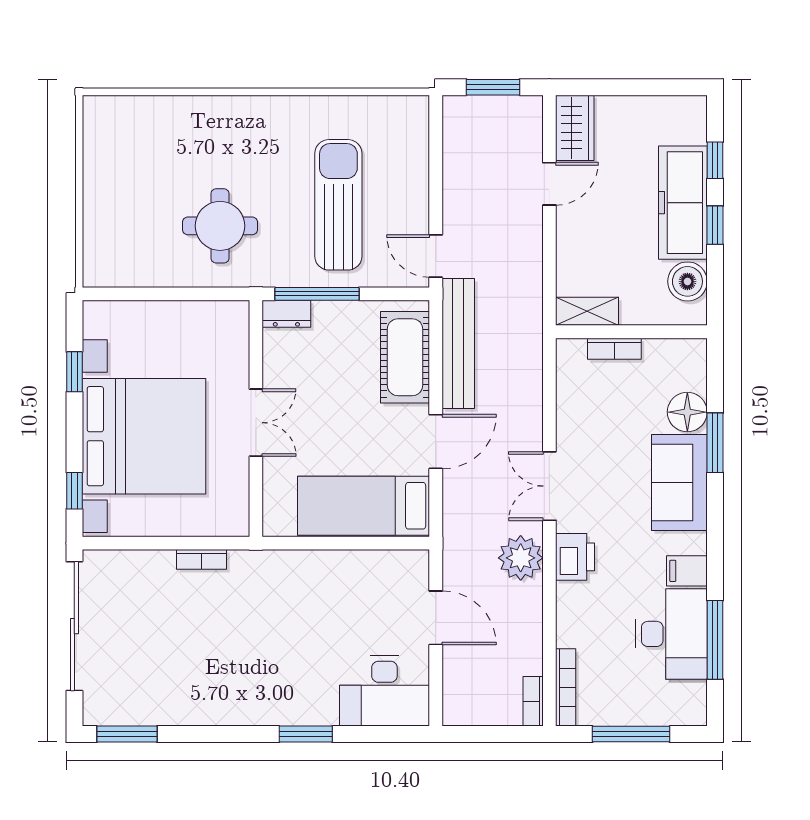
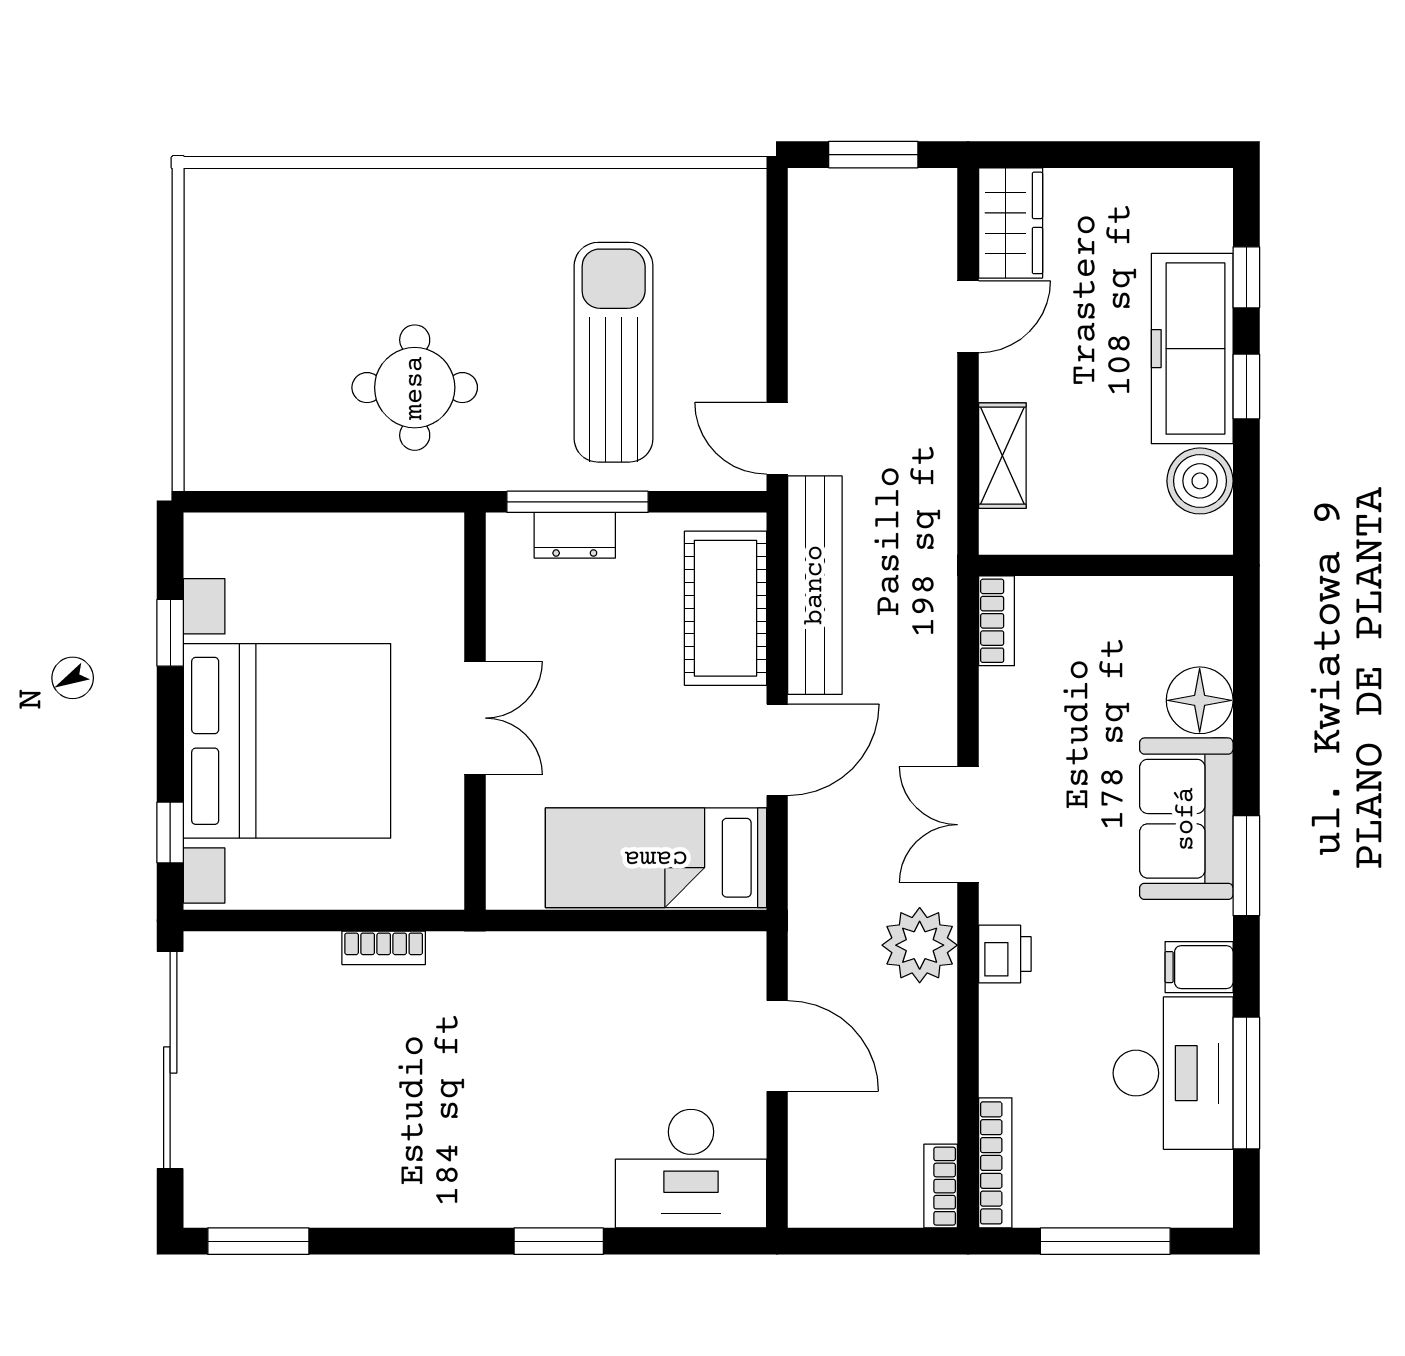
shelving: (587, 311) -> (1002, 456), moved, turned 90
dresser: (286, 314) -> (575, 535), moved
bookcase: (614, 349) -> (996, 621), moved, turned -90
window: (715, 443) -> (1246, 866), moved
printer: (575, 557) -> (1005, 954), width x0.73, depth x0.81

